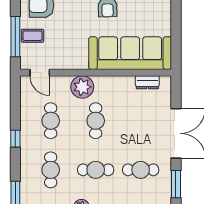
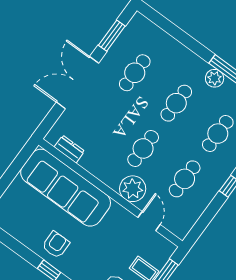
door: (40, 73) -> (149, 221), moved
cafe table: (96, 170) -> (176, 103), turned 90
cafe table: (141, 170) -> (135, 73), turned 90

